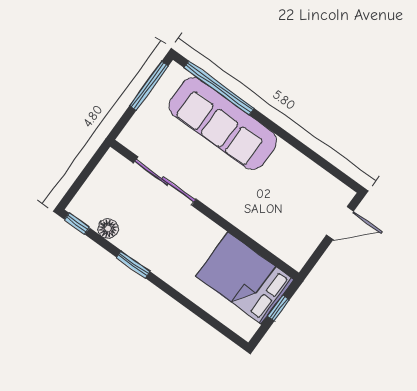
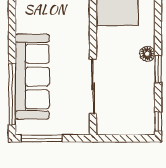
floor lamp: (108, 229) -> (147, 54), moved

